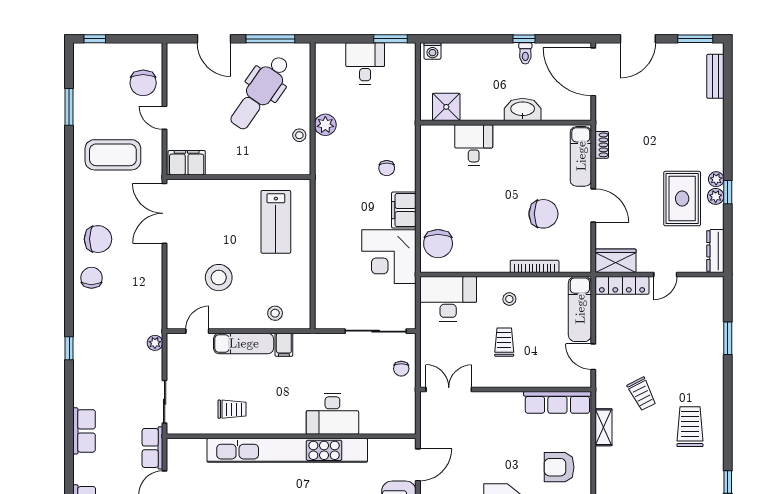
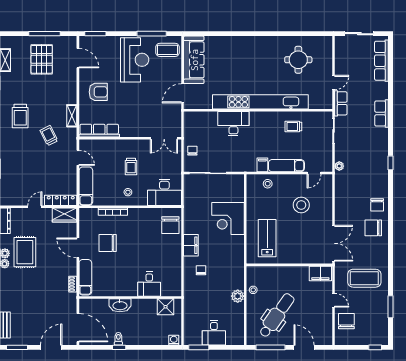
chair: (438, 244) -> (170, 225), turned 180
corner desk: (389, 257) -> (228, 218), moved, turned 180

